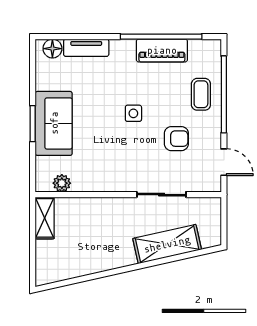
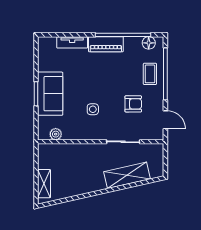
floor lamp: (52, 49) -> (149, 43), moved
piano: (162, 50) -> (106, 44), moved
side table: (133, 113) -> (93, 109), moved
shelving: (45, 218) -> (44, 184), moved

